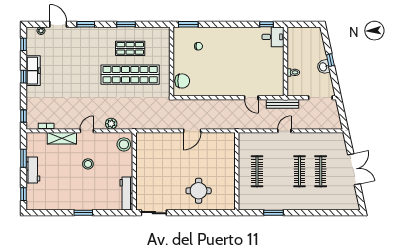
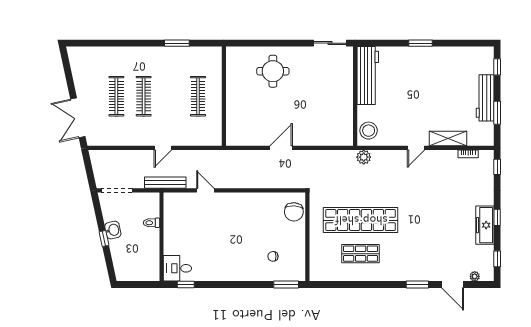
window: (126, 24) -> (366, 285), removed
chair: (182, 81) -> (294, 212), turned -86
plant: (111, 124) -> (364, 157), moved
stool: (88, 164) -> (414, 106), removed
double door: (354, 169) -> (78, 118), moved
workbench: (33, 170) -> (485, 98), width x1.37
workbench: (126, 193) -> (368, 76), width x1.36, depth x1.32

